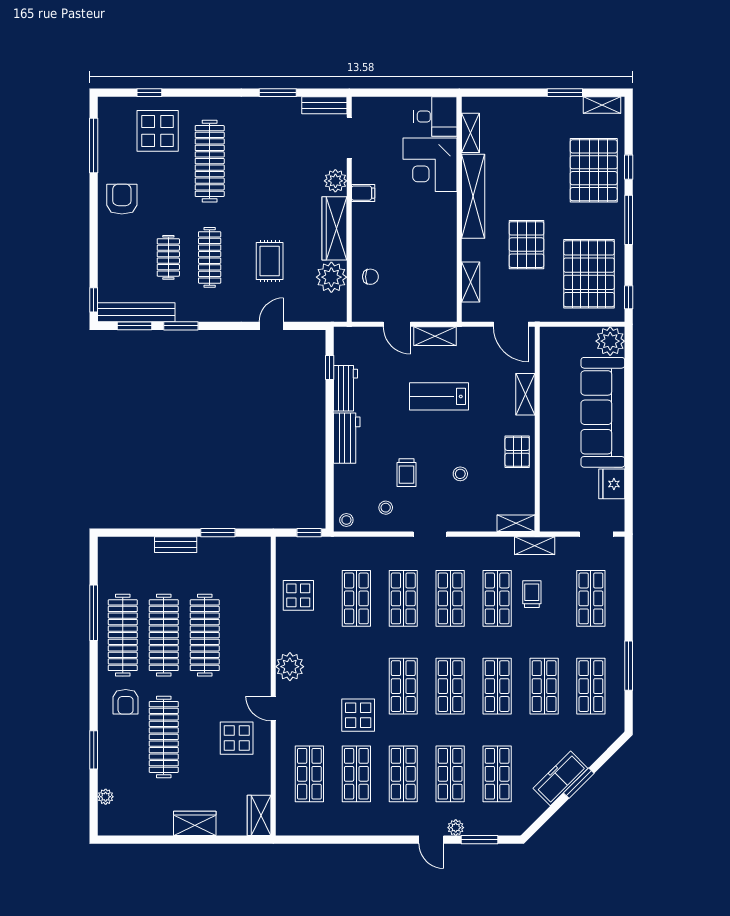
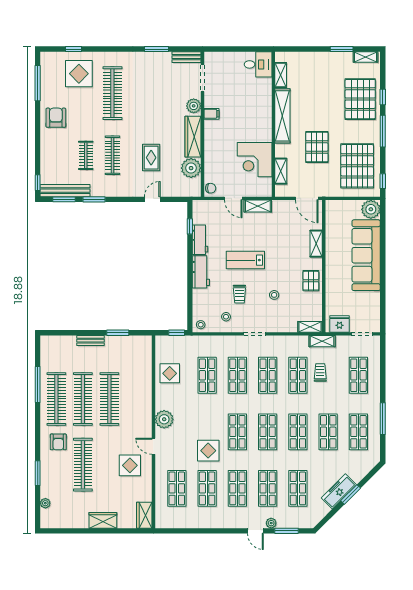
corner desk: (430, 165) -> (255, 160), moved
chair: (370, 277) -> (211, 188), moved
lab bench: (439, 396) -> (245, 260), moved
fridge: (612, 484) -> (339, 324), moved, turned 90

